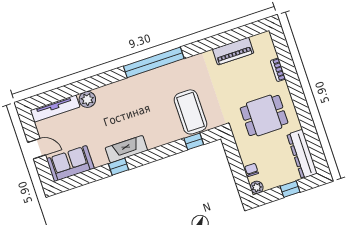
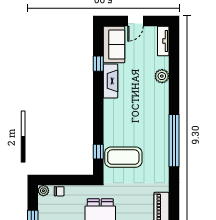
tv unit: (55, 109) -> (163, 41), width x0.71
fireplace: (126, 149) -> (110, 81), moved
window: (118, 167) -> (98, 64), moved

